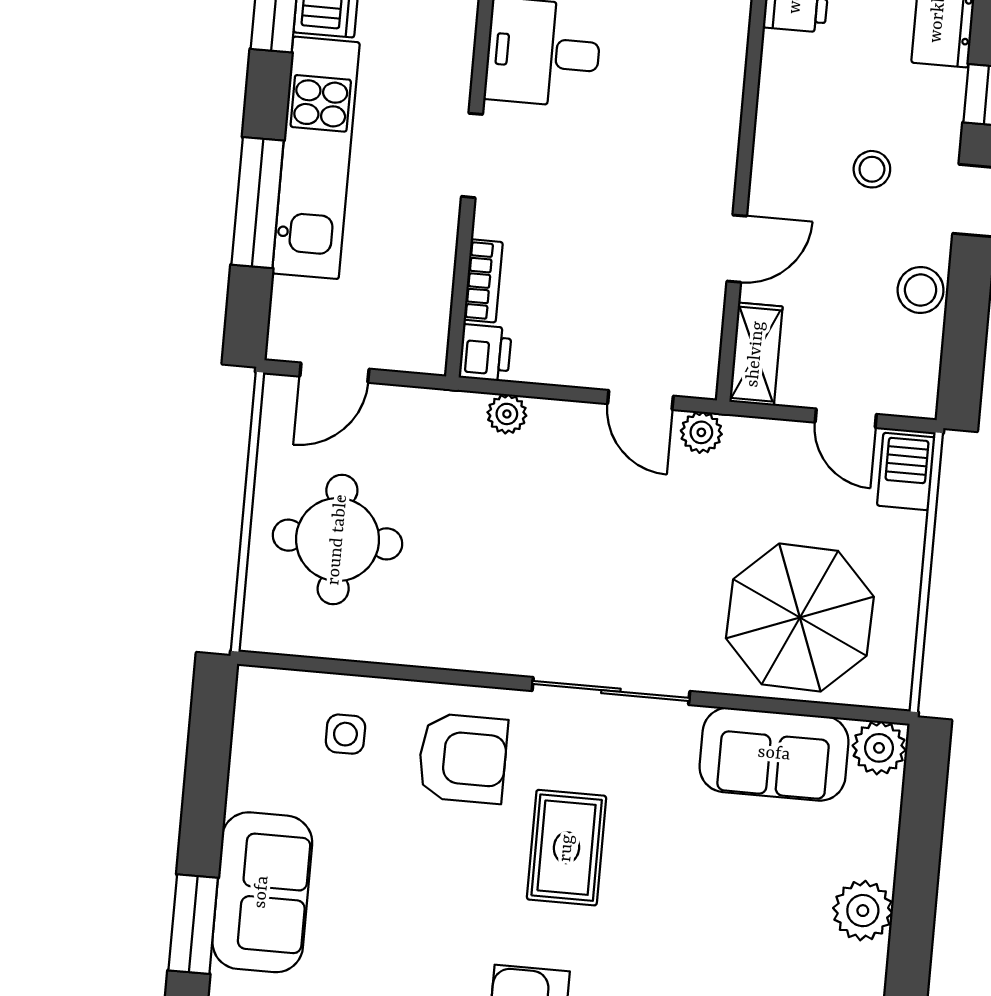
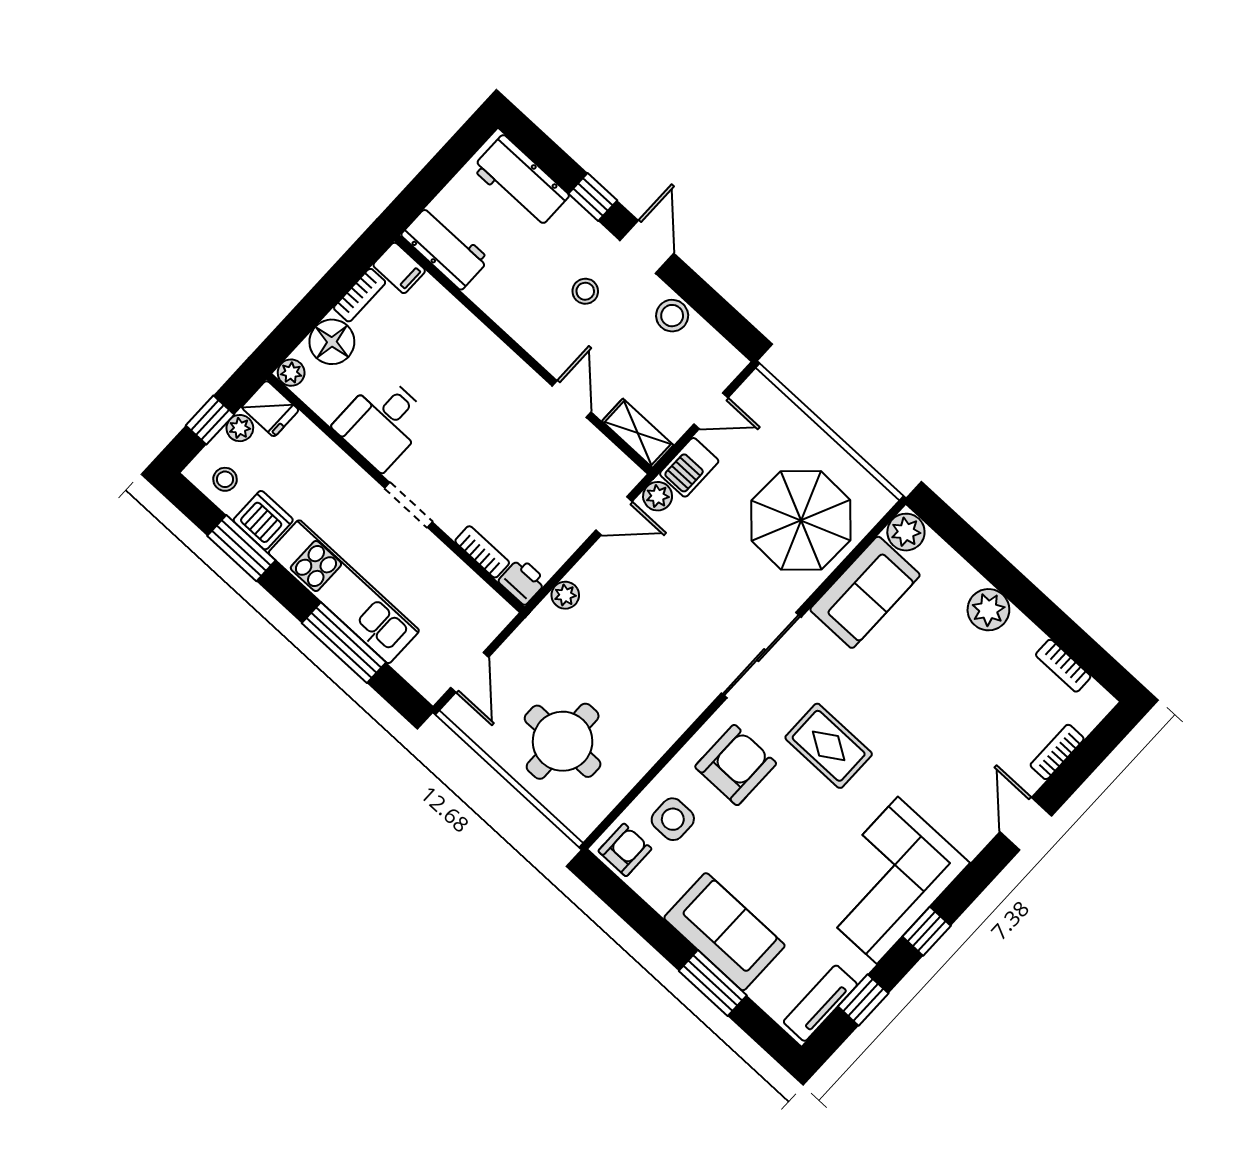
barbecue: (906, 471) -> (689, 467), moved, turned -90
armchair: (268, 707) -> (625, 850), added
side table: (345, 734) -> (673, 819), width x1.37, depth x1.37

